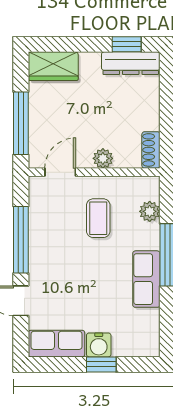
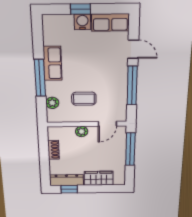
wardrobe: (53, 66) -> (99, 178), moved
shoe rack: (151, 150) -> (54, 150), moved
coffee table: (98, 218) -> (84, 99), turned 90

